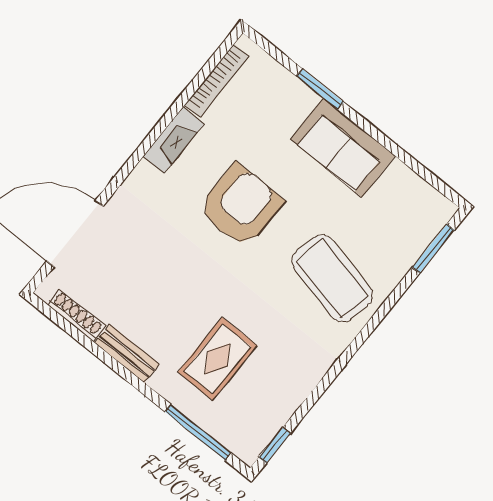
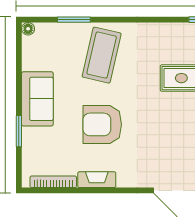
floor lamp: (445, 210) -> (28, 29), added
window: (433, 249) -> (74, 20), moved

